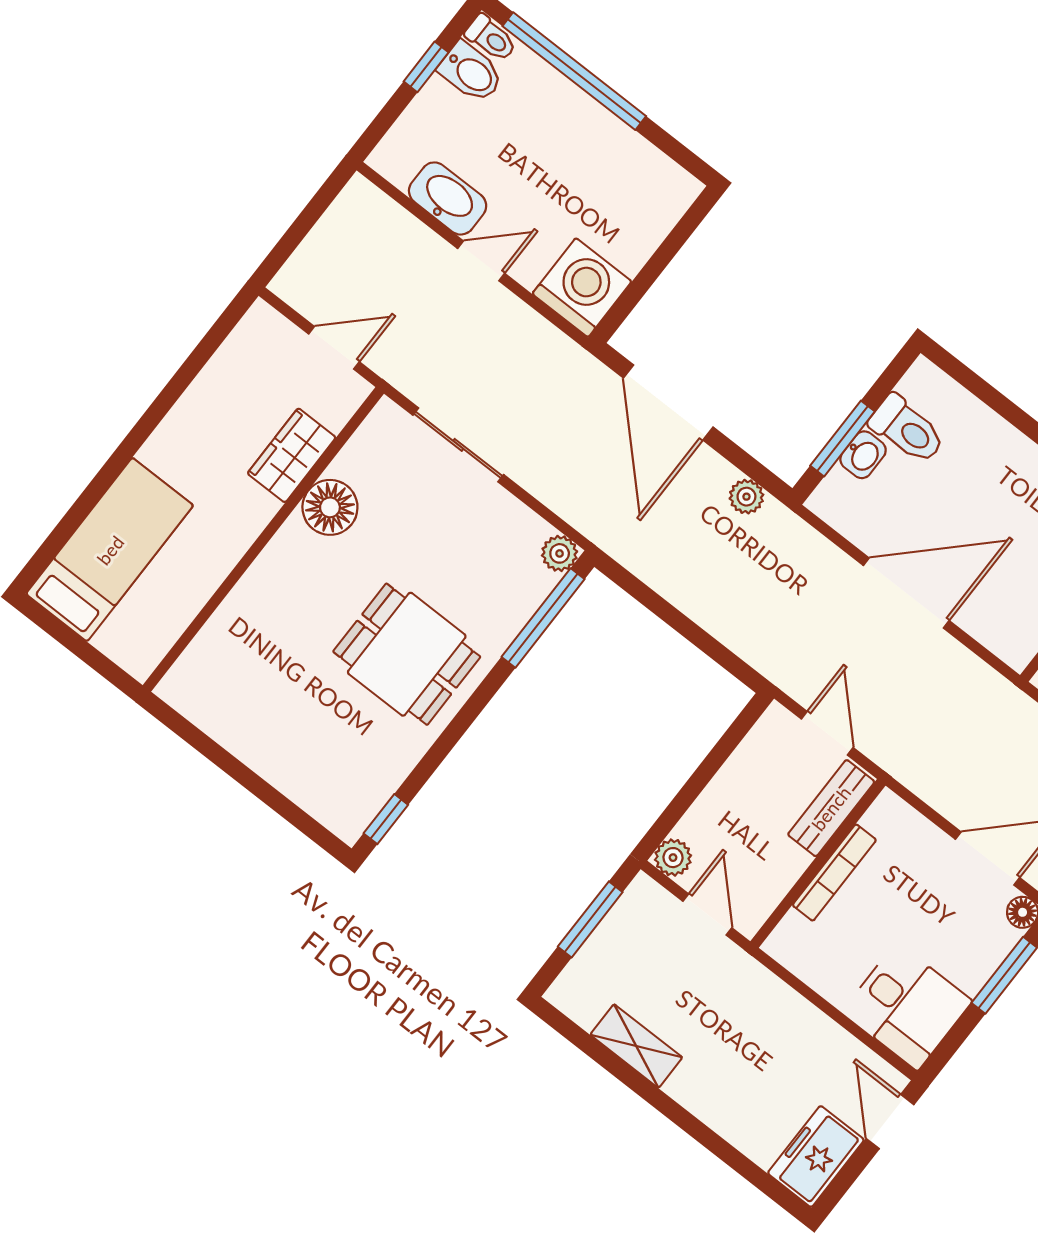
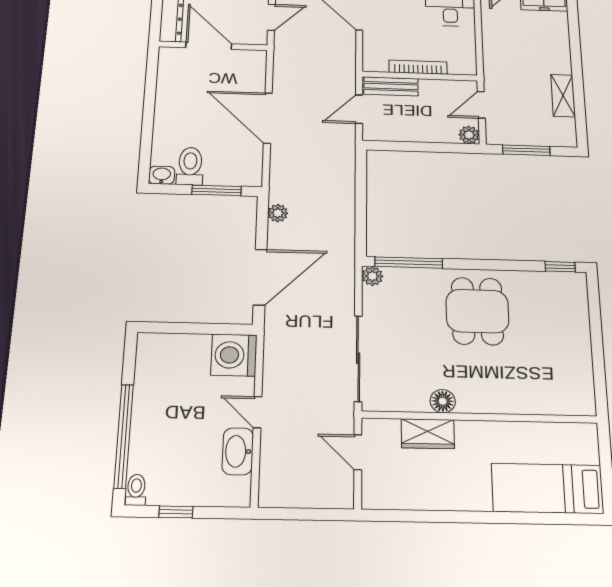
bidet: (471, 72) -> (162, 487), removed
sliding door: (458, 445) -> (358, 358), width x1.37
washbasin: (863, 455) -> (162, 175), moved
floor lamp: (330, 507) -> (443, 401), width x0.73, depth x0.73

